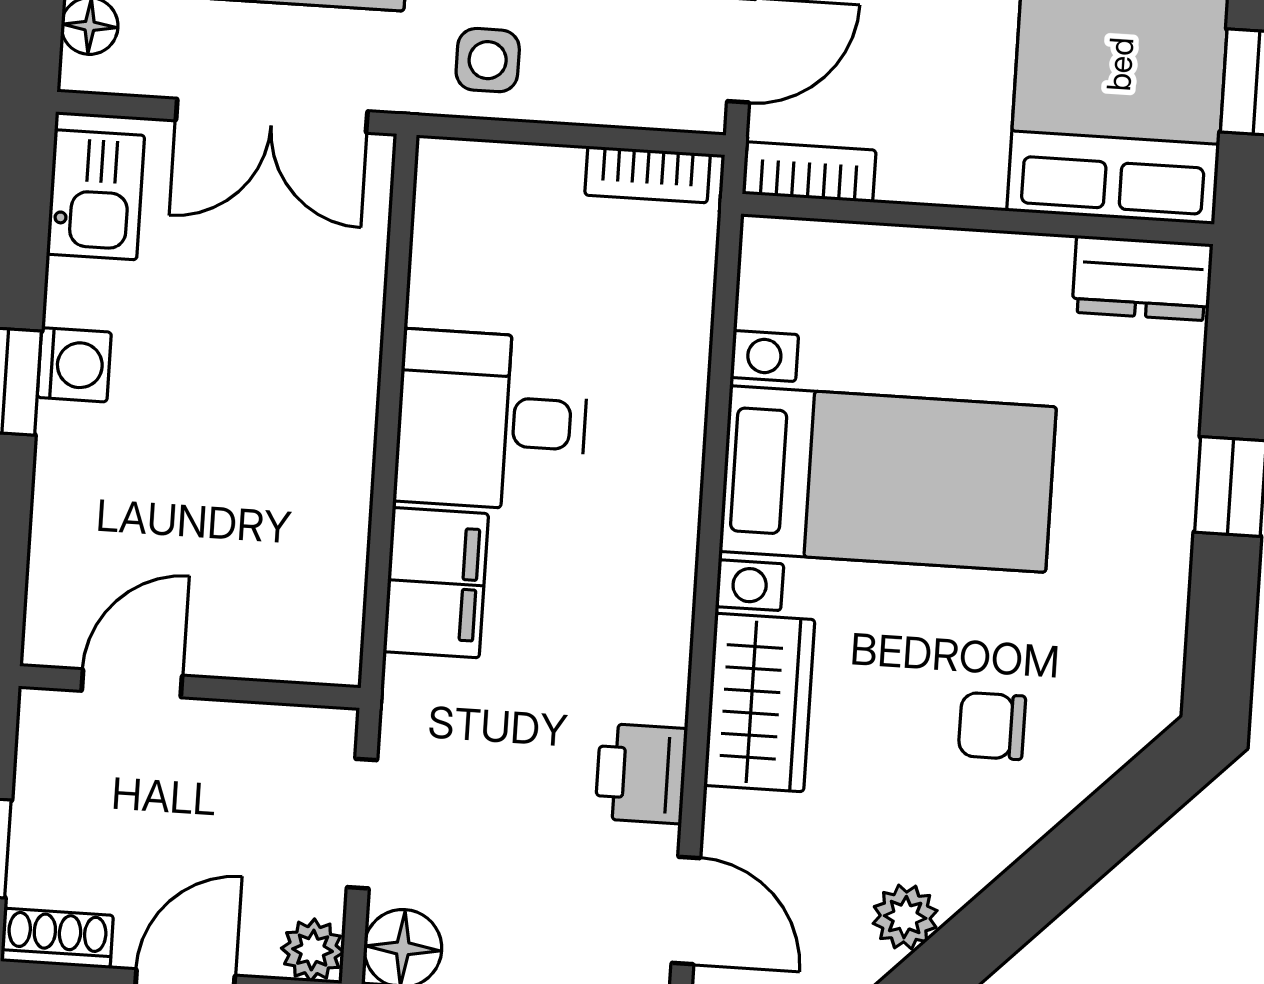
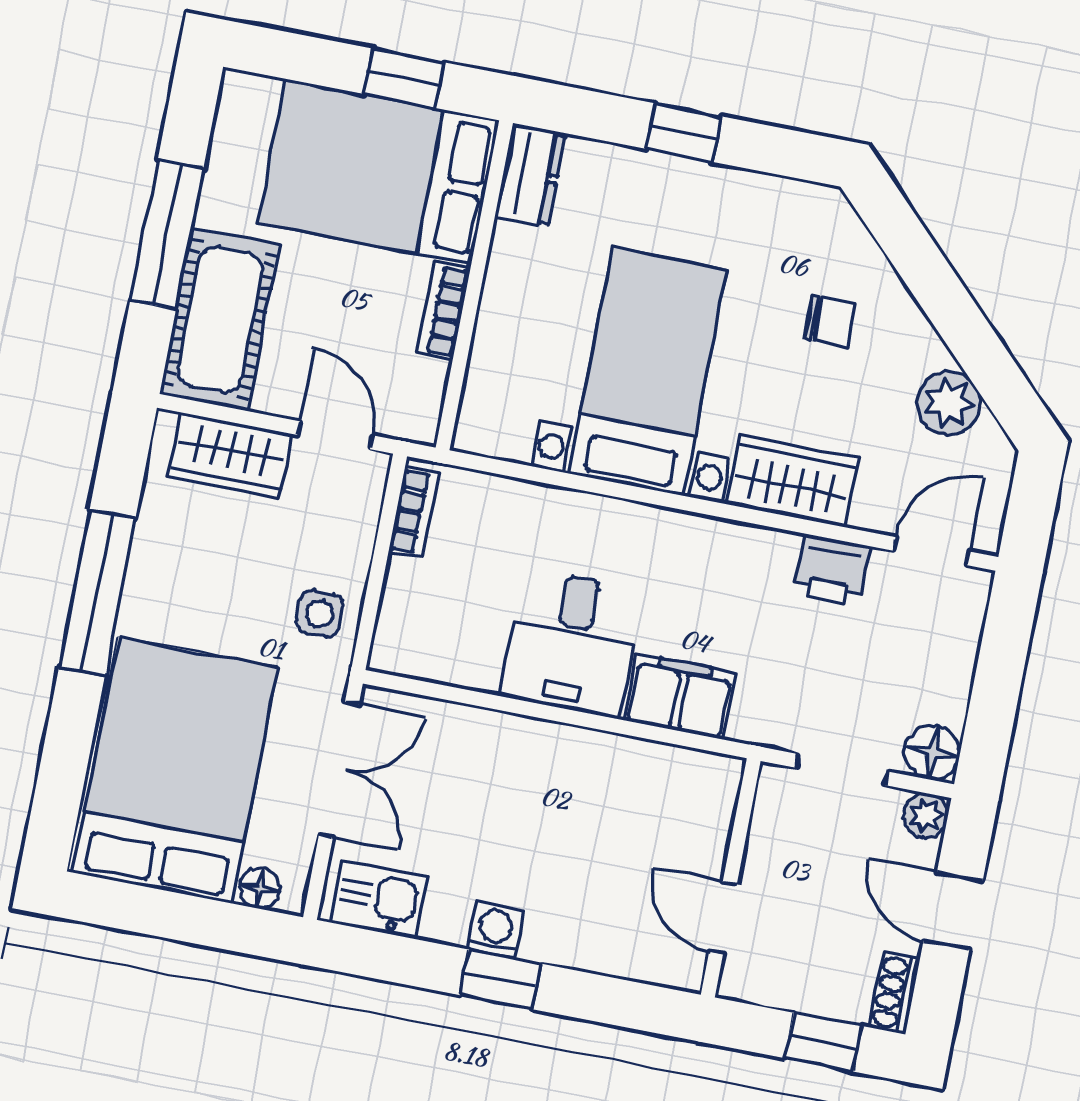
bookcase: (809, 172) -> (444, 311), moved
chair: (992, 726) -> (830, 321), turned -90
plant: (905, 917) -> (948, 403), width x1.38, depth x1.38

